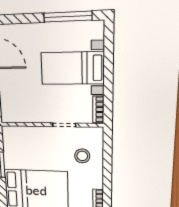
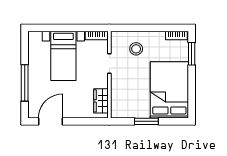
window: (68, 17) -> (25, 83), moved
wardrobe: (20, 115) -> (101, 101), added

